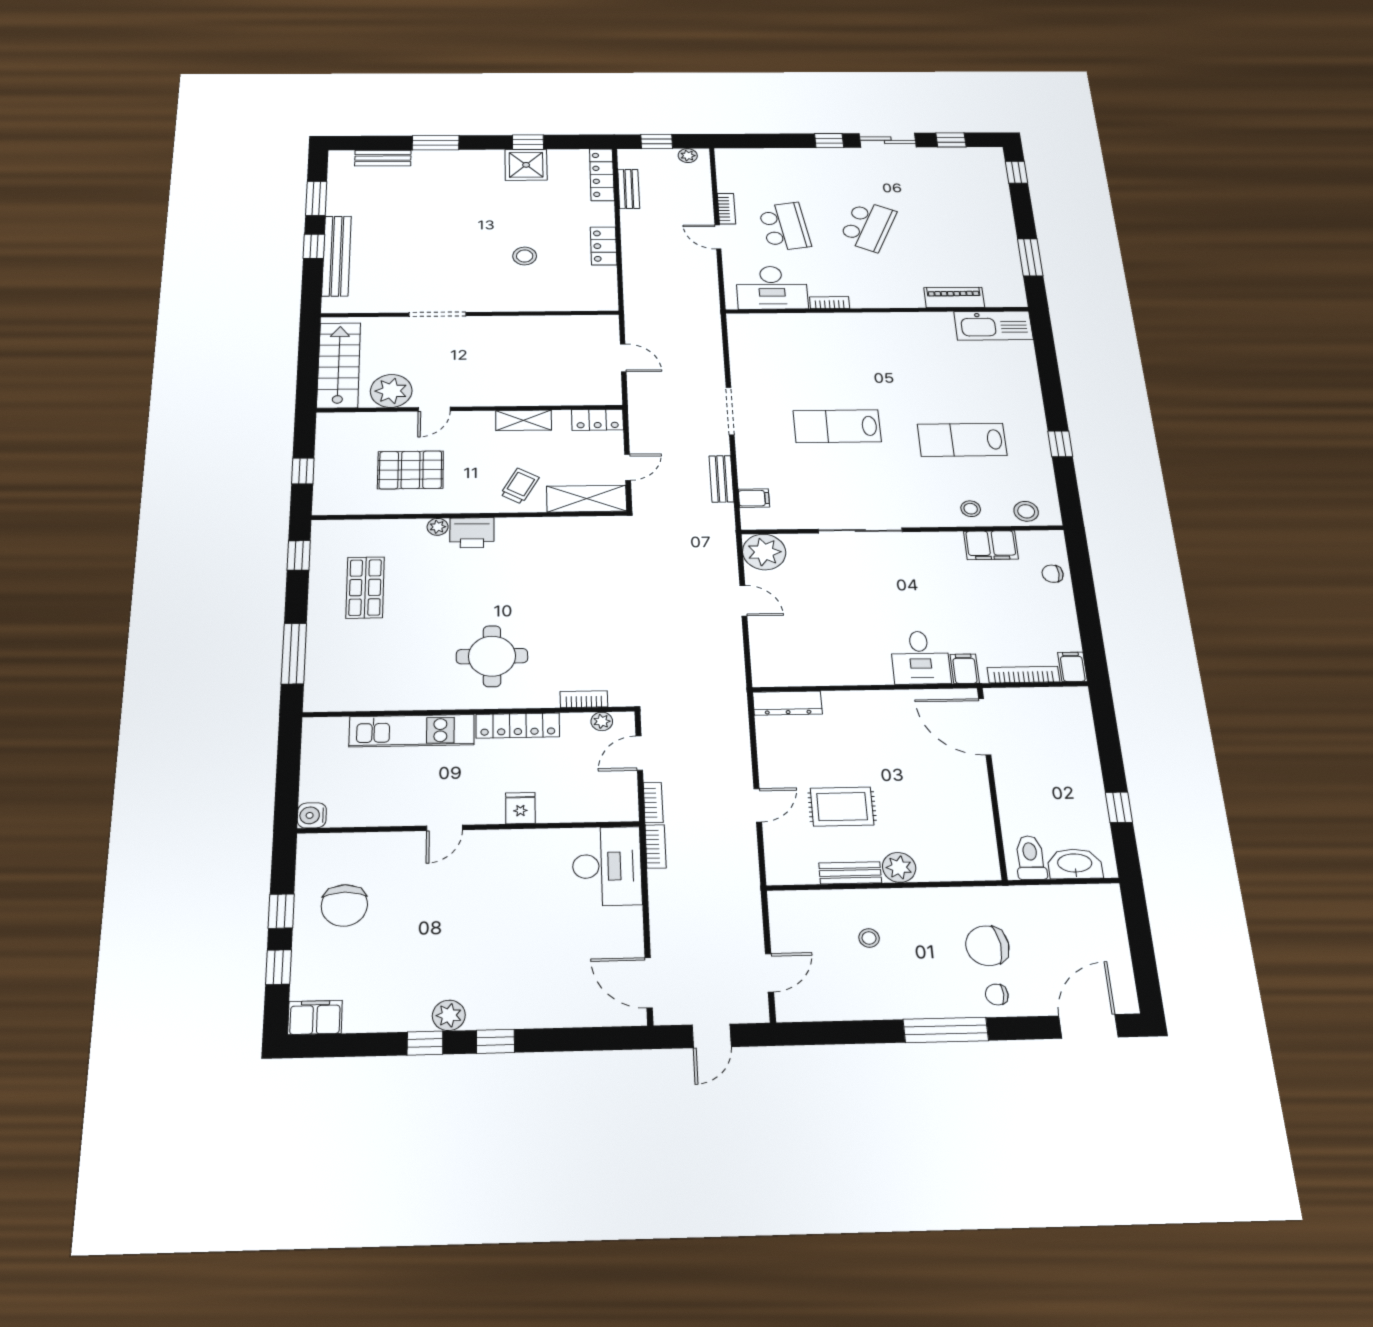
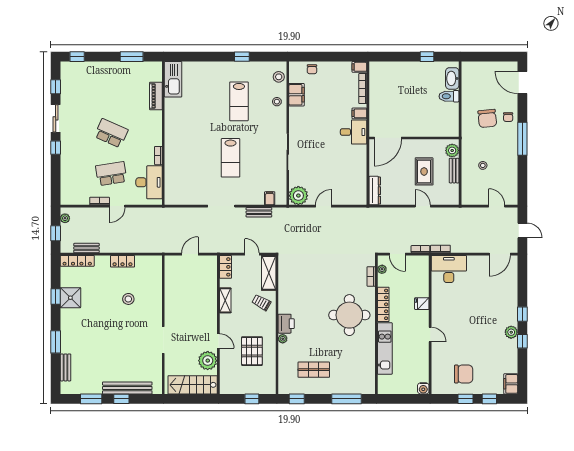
round table: (492, 656) -> (349, 315), width x1.36, depth x1.36
door: (985, 727) -> (388, 138), moved
wall: (992, 782) -> (414, 138), moved

